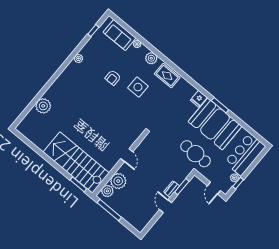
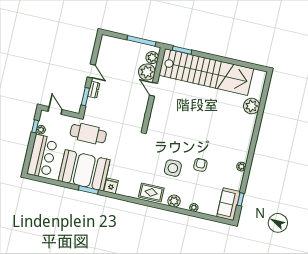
sofa: (119, 35) -> (228, 204), moved, turned -90
door: (127, 155) -> (153, 89), moved
stairs: (76, 162) -> (206, 72), width x1.36

